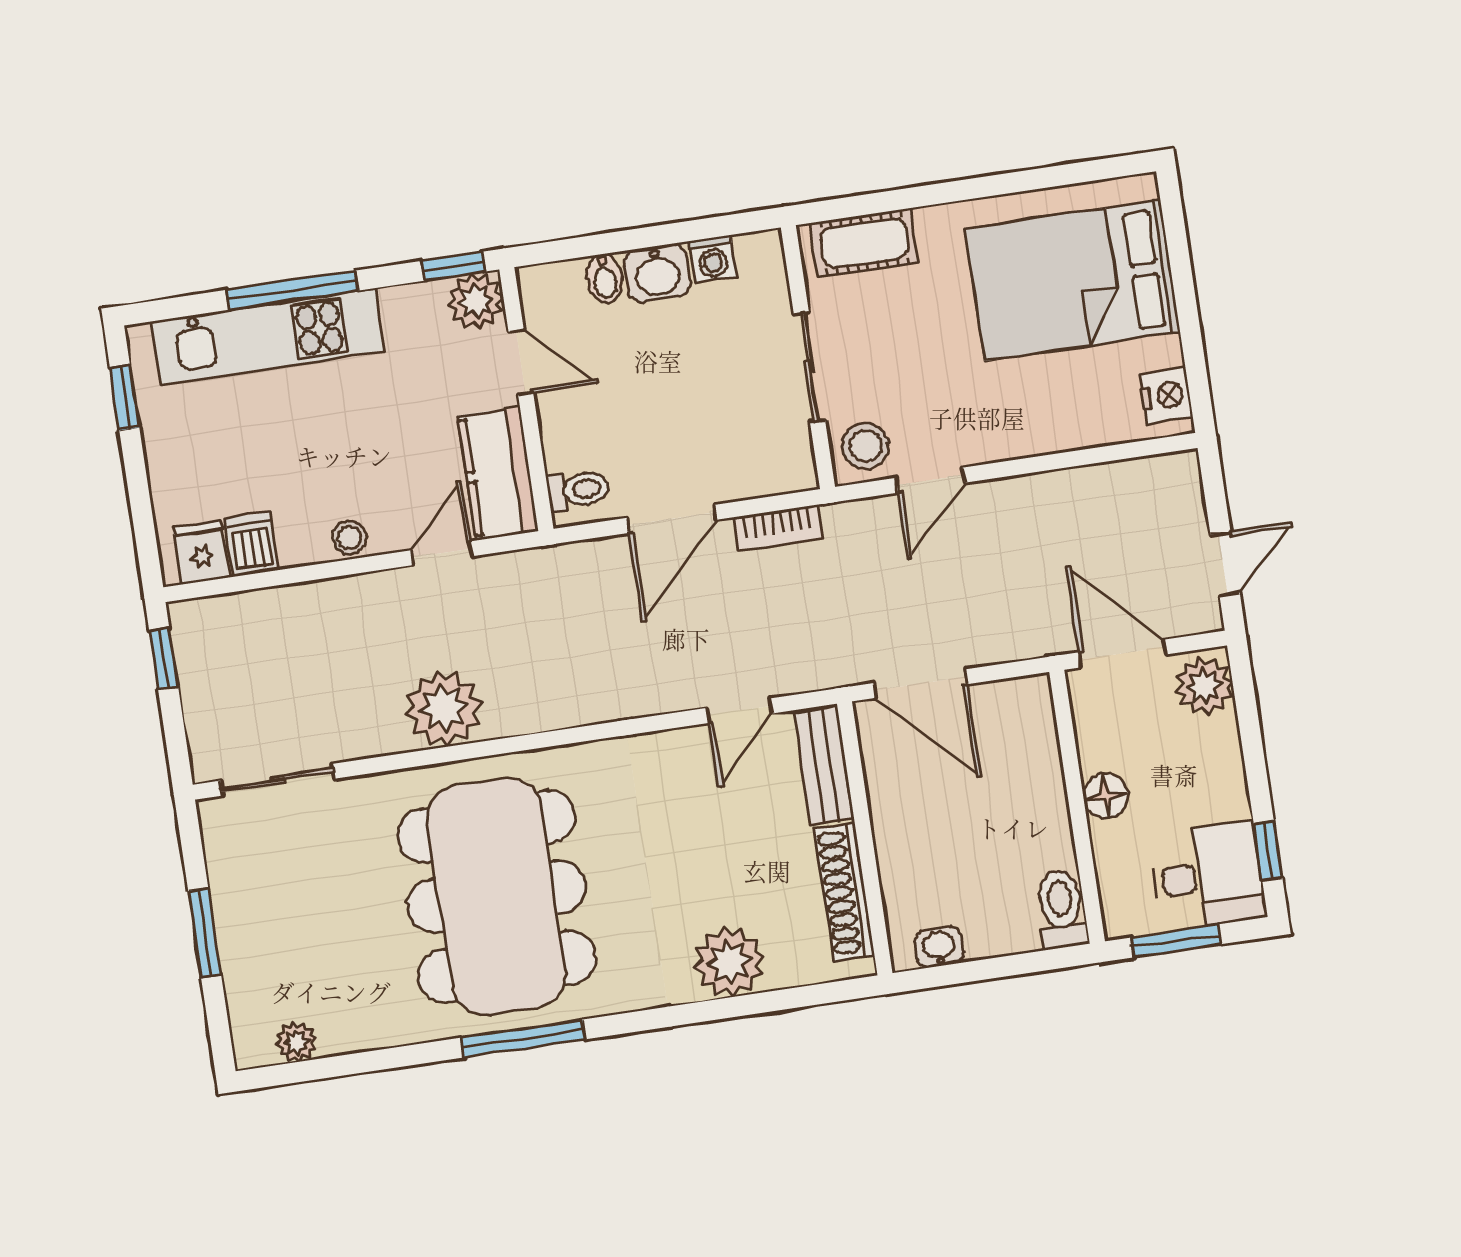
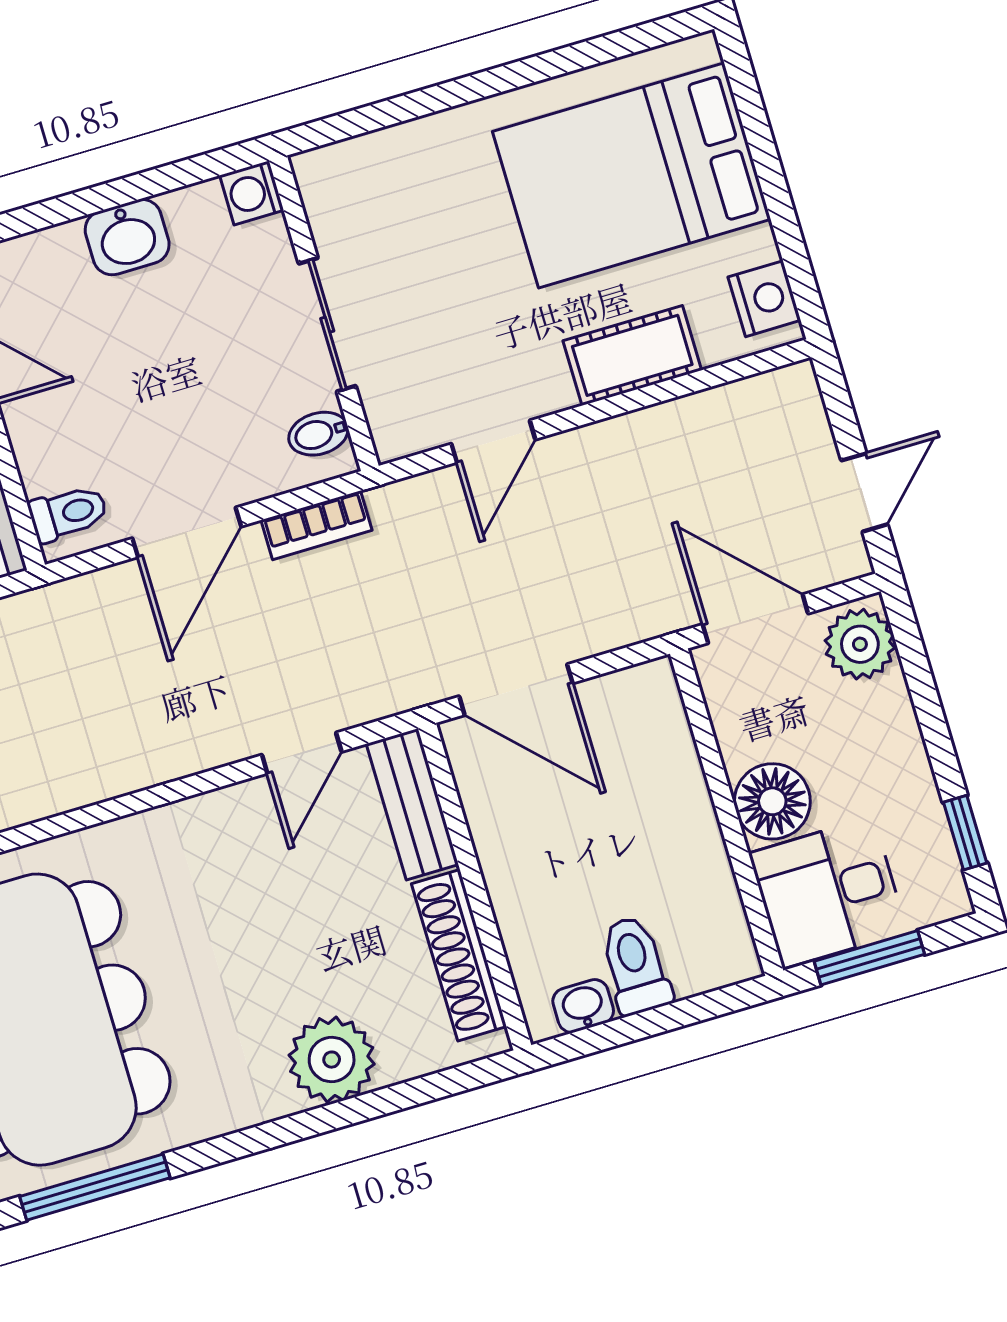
cot: (864, 243) -> (632, 355), moved
washing machine: (713, 259) -> (252, 193), moved, turned 90
bidet: (605, 279) -> (318, 434), moved, turned 90
stool: (866, 446) -> (409, 411), removed
floor lamp: (1106, 796) -> (772, 801), width x1.38, depth x1.38
desk: (1208, 876) -> (828, 893), moved, turned 180
toilet: (1061, 909) -> (635, 965), moved

